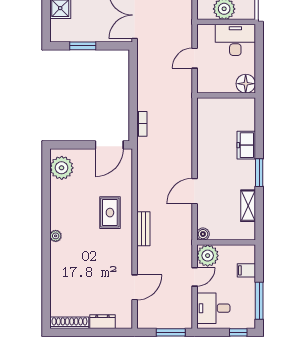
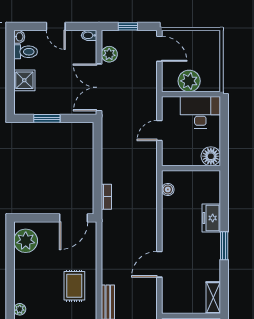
shelving: (248, 206) -> (213, 298), moved
boiler: (203, 234) -> (168, 190), moved

